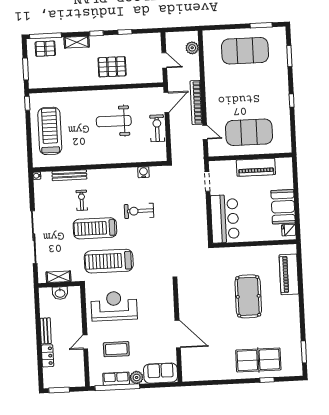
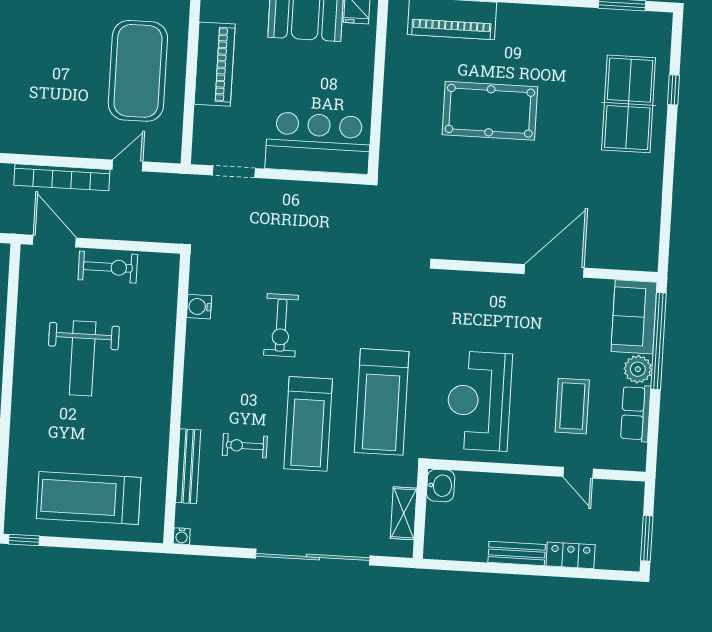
exercise bike: (157, 128) -> (108, 267), turned 180
washbasin: (60, 293) -> (441, 486), moved
door: (85, 342) -> (578, 473), moved
window: (117, 387) -> (658, 341), moved

